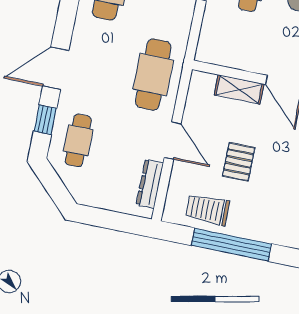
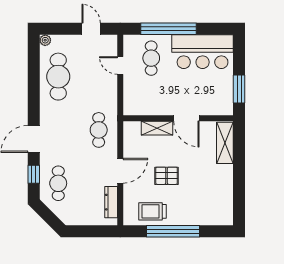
cafe table: (153, 75) -> (99, 130), width x0.73, depth x0.74
door: (173, 141) -> (120, 171), hinge flipped
pallet: (239, 162) -> (167, 176), turned 90

